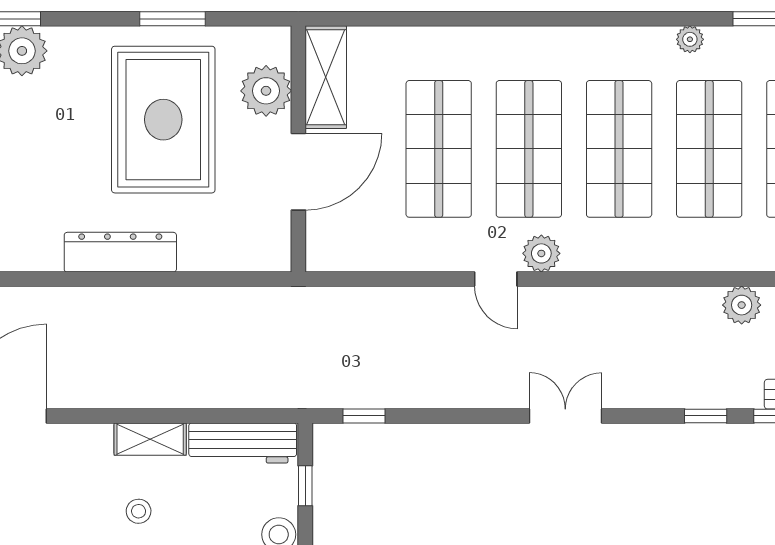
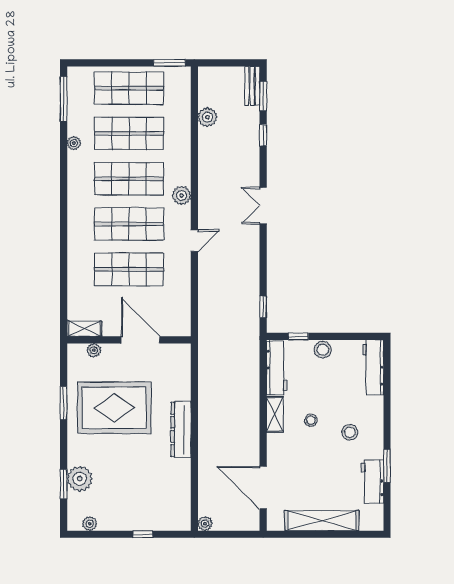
shelving: (326, 77) -> (84, 329), width x0.67, depth x0.75
plant: (266, 91) -> (94, 350), width x0.53, depth x0.53
plant: (541, 253) -> (182, 195), moved

